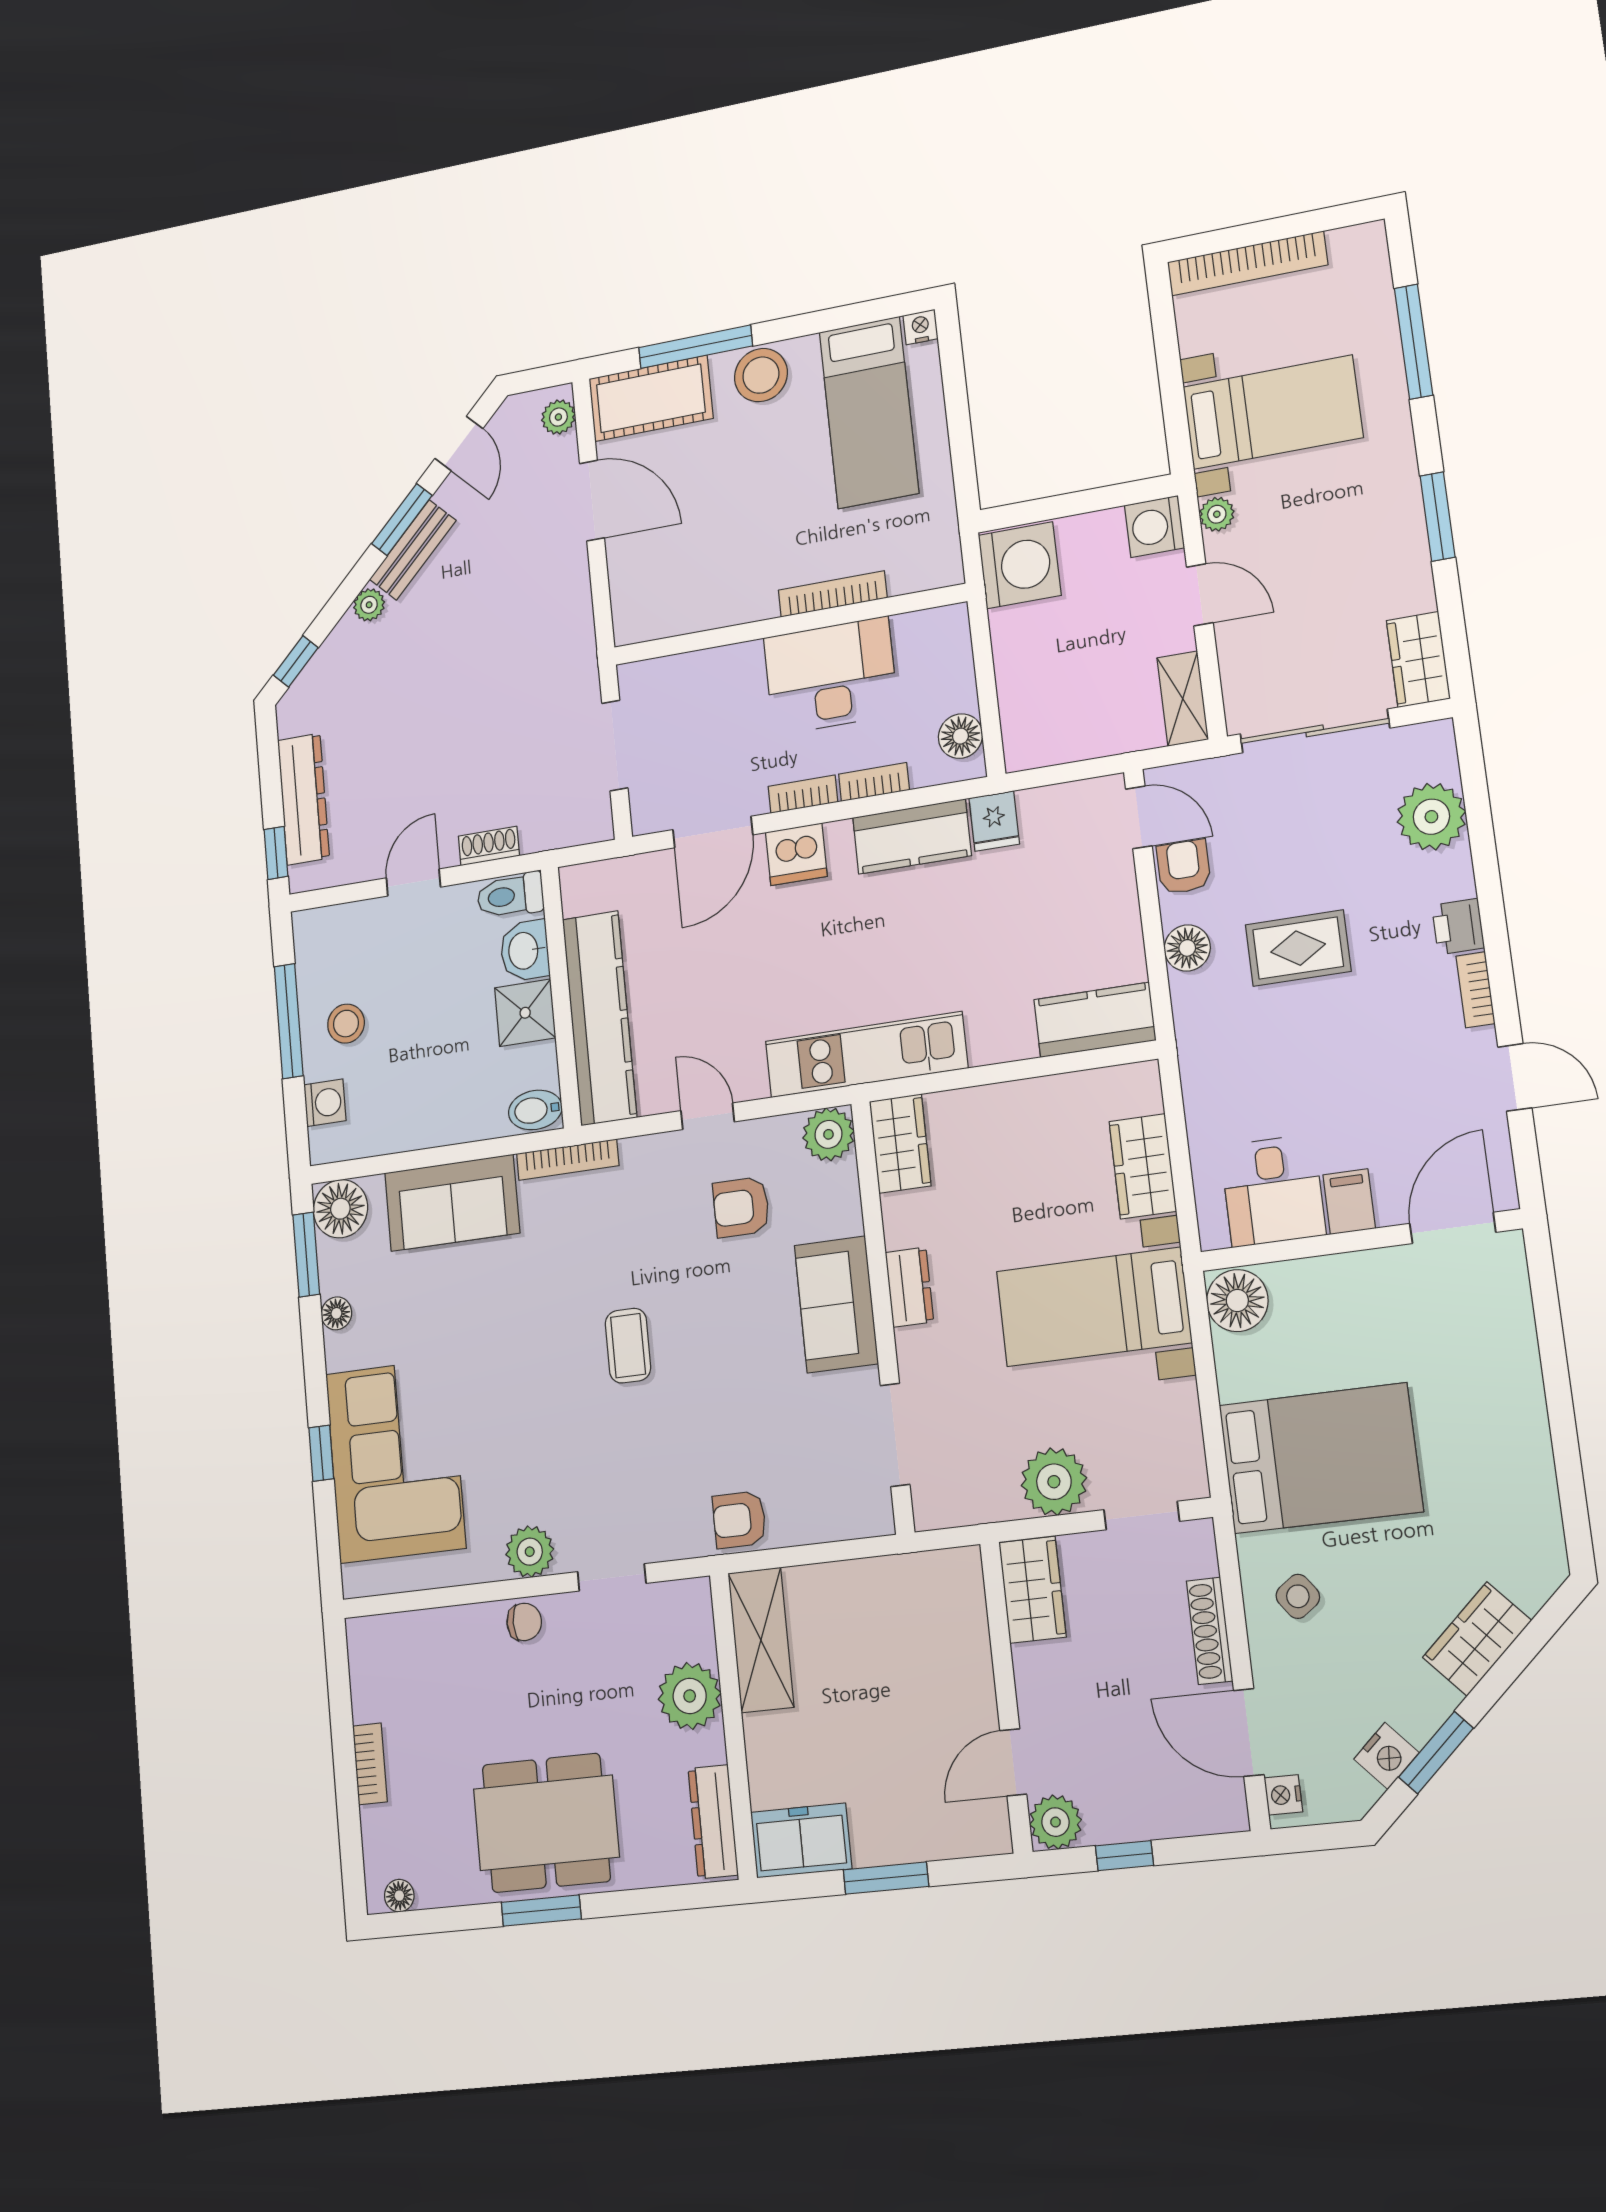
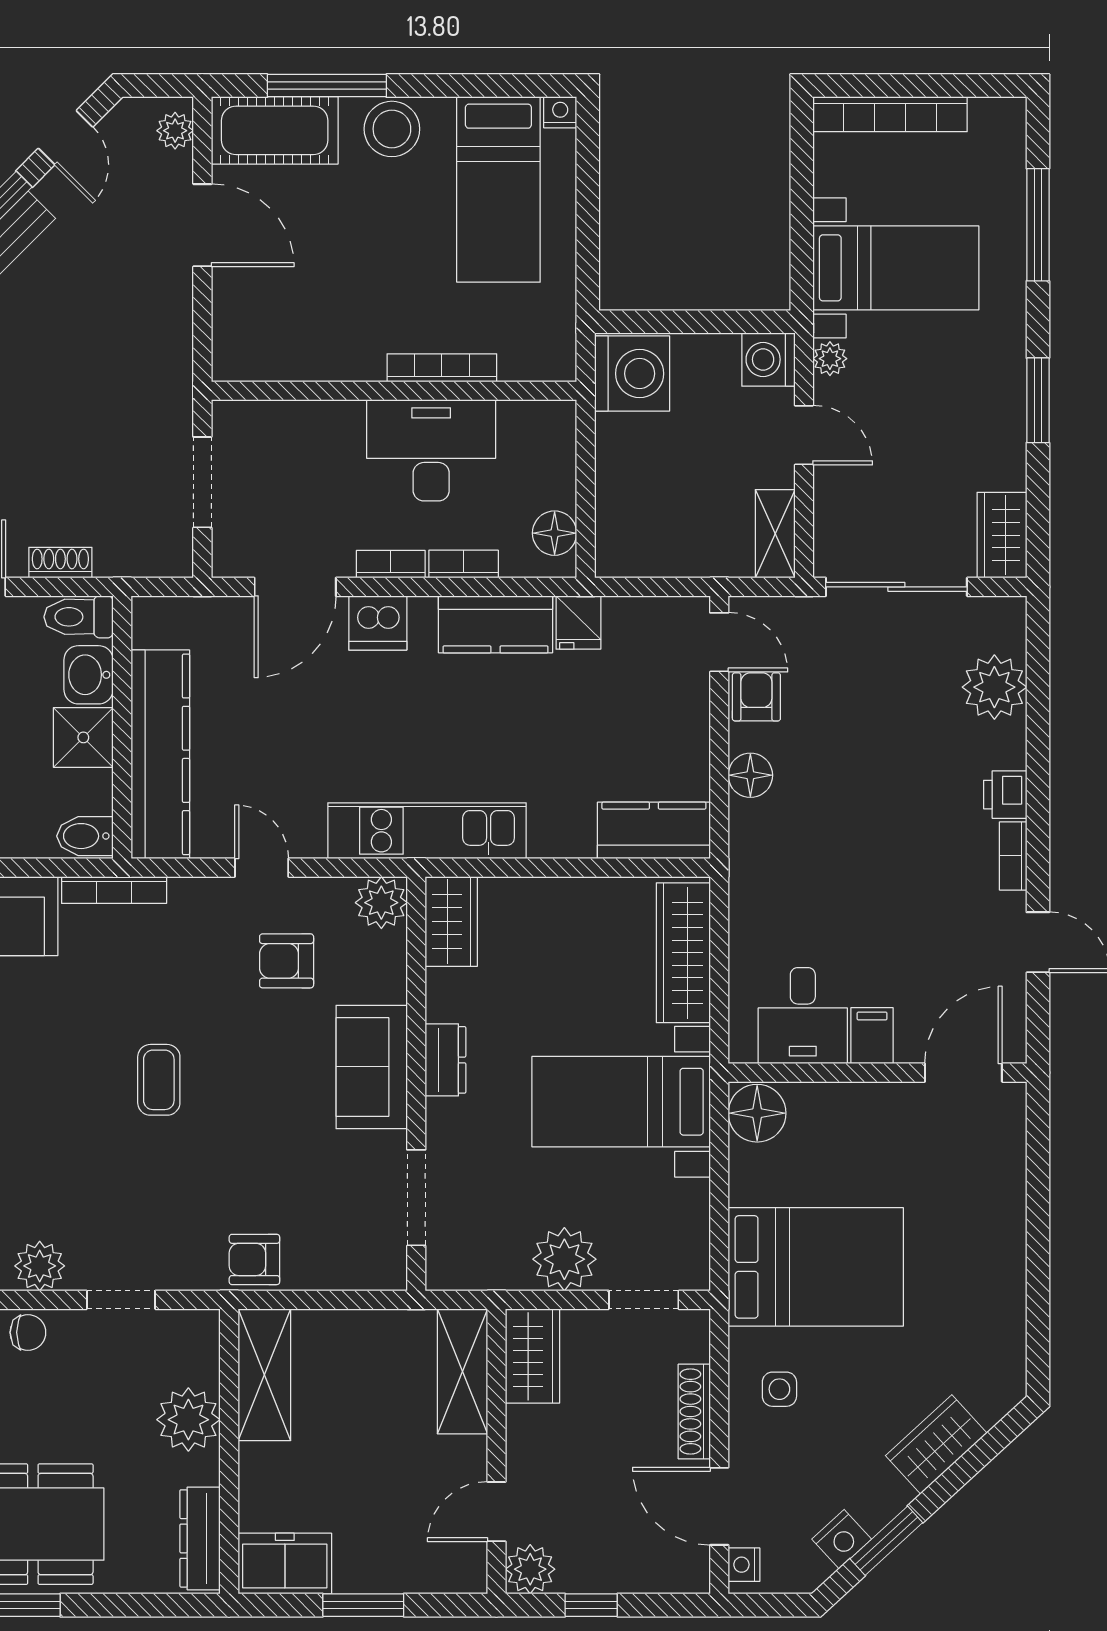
rug: (1298, 948) -> (855, 792), removed
wardrobe: (1143, 1166) -> (683, 953), width x1.50
side table: (1298, 1596) -> (779, 1389), turned 36
shelving: (962, 1614) -> (463, 1371), added

